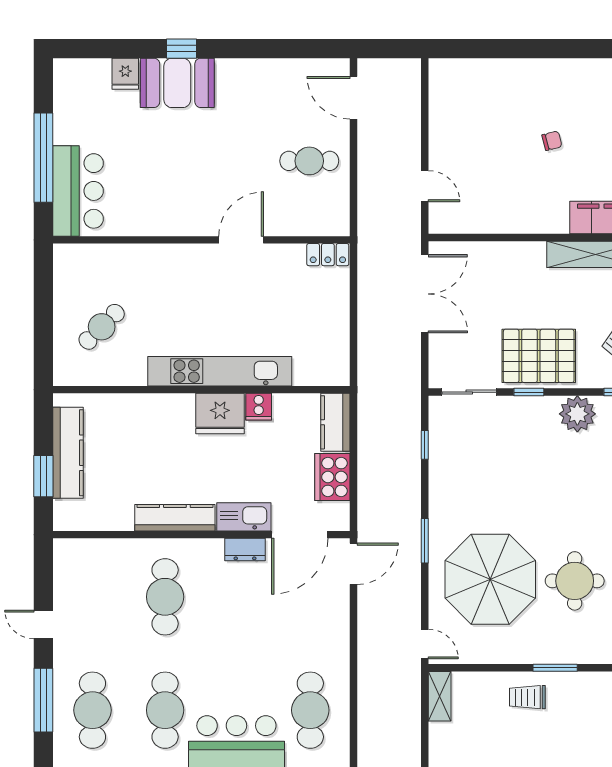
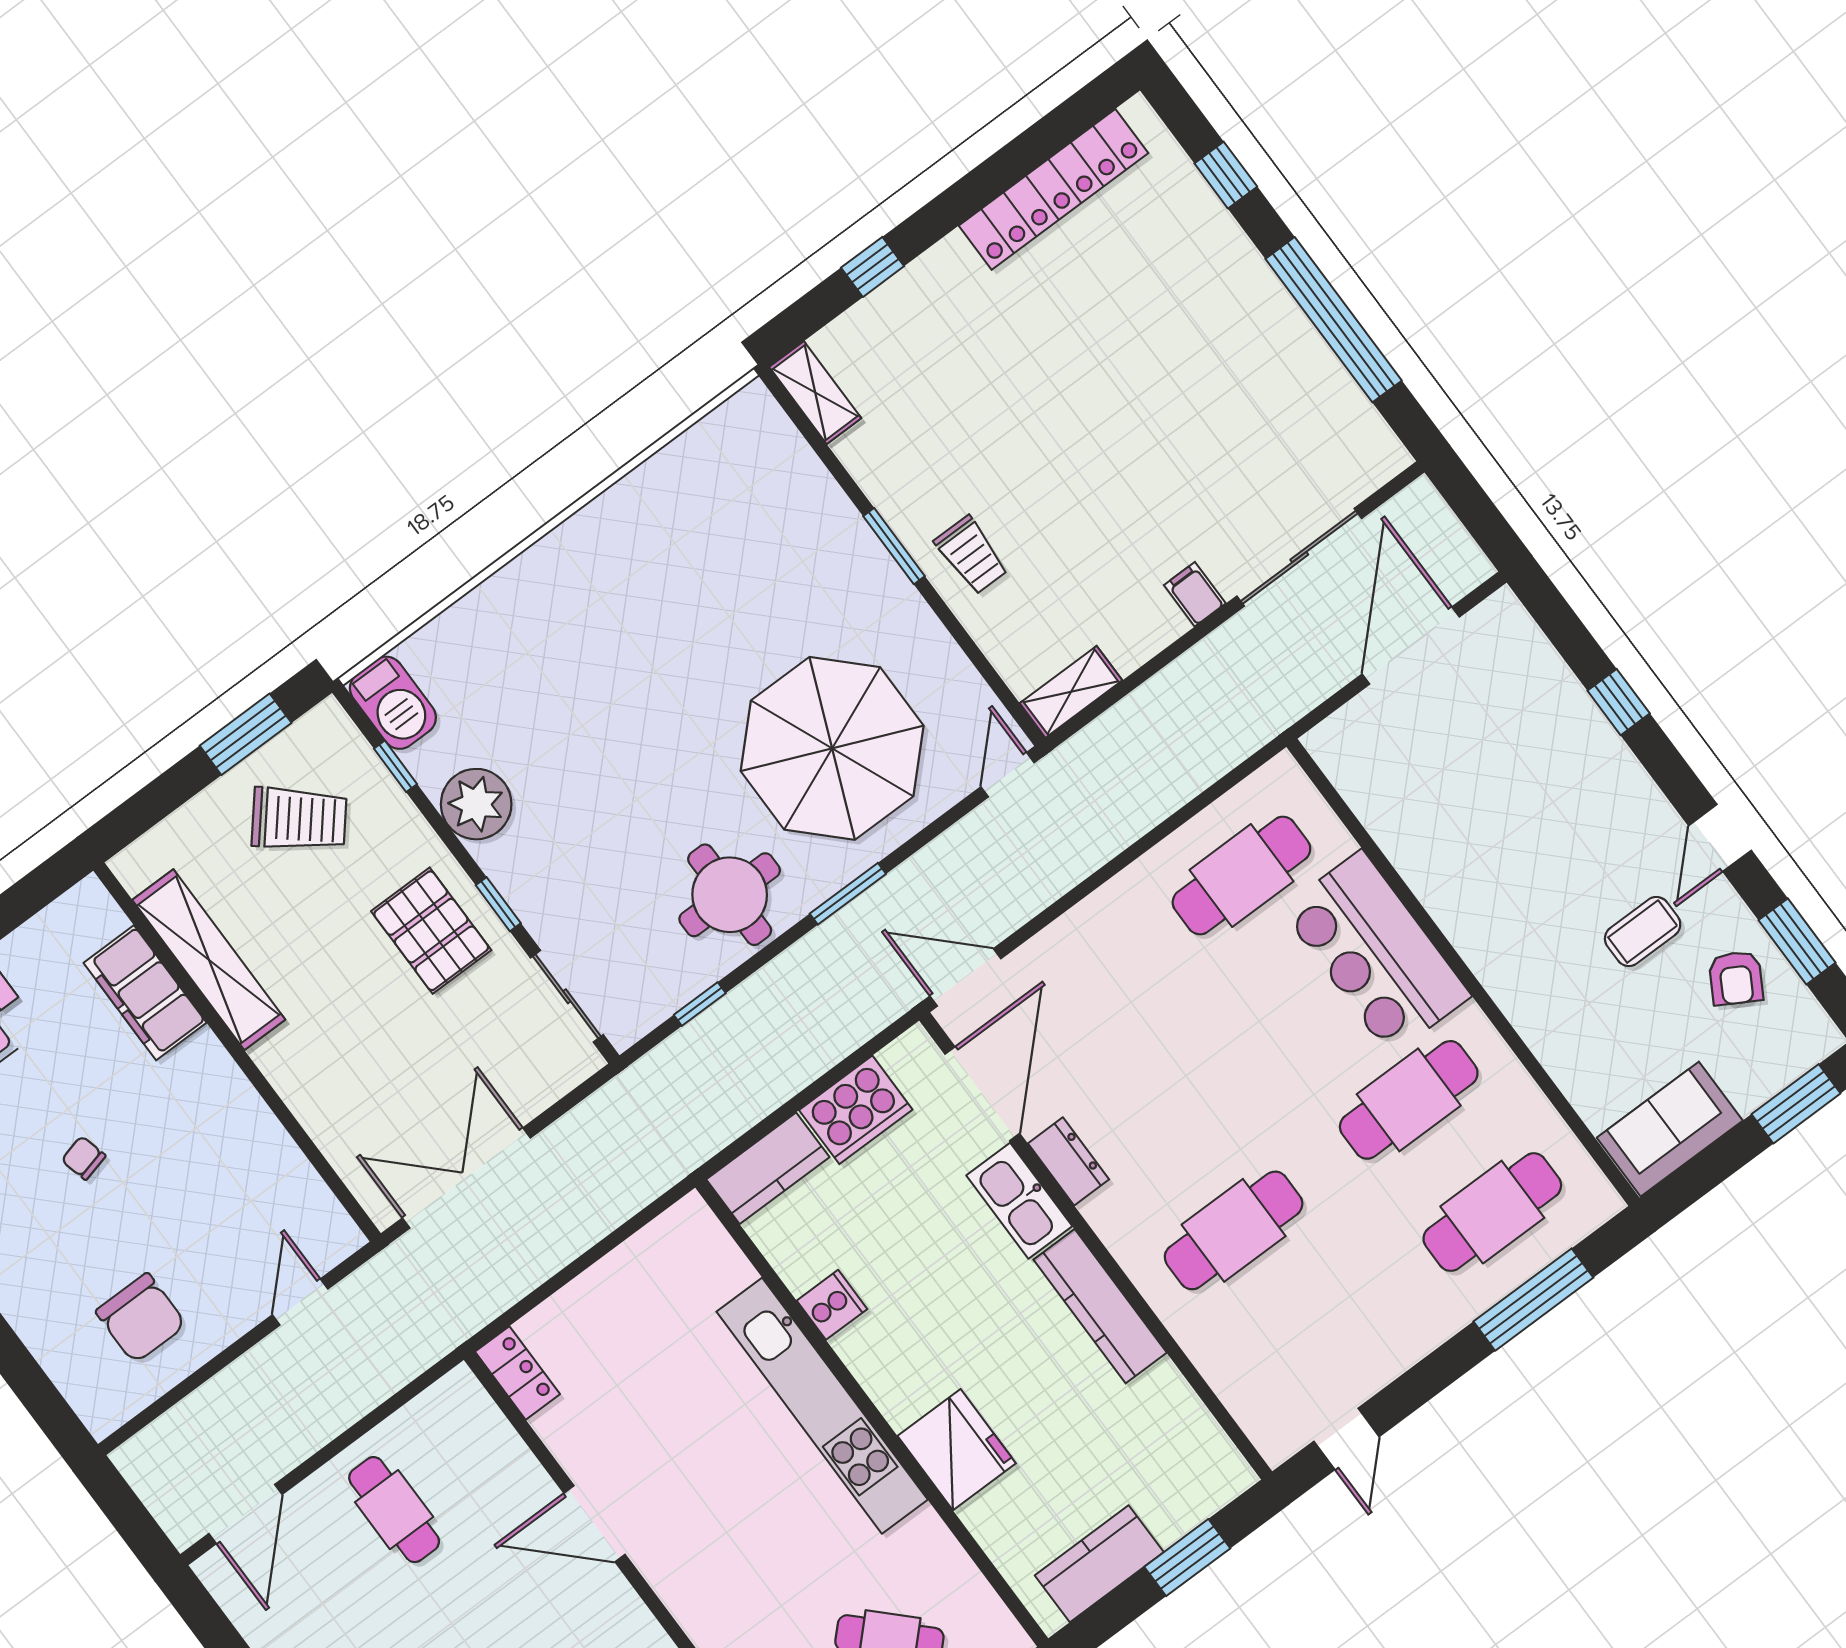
chair: (468, 115) -> (141, 1318), added
pallet: (539, 356) -> (431, 931), width x0.73, depth x0.71
fridge: (220, 414) -> (957, 1450), moved
kitchen counter: (68, 453) -> (1099, 1564), width x0.67
door: (300, 535) -> (982, 1094), hinge flipped
round table: (575, 581) -> (730, 895), moved
door: (43, 624) -> (1346, 1439), moved

